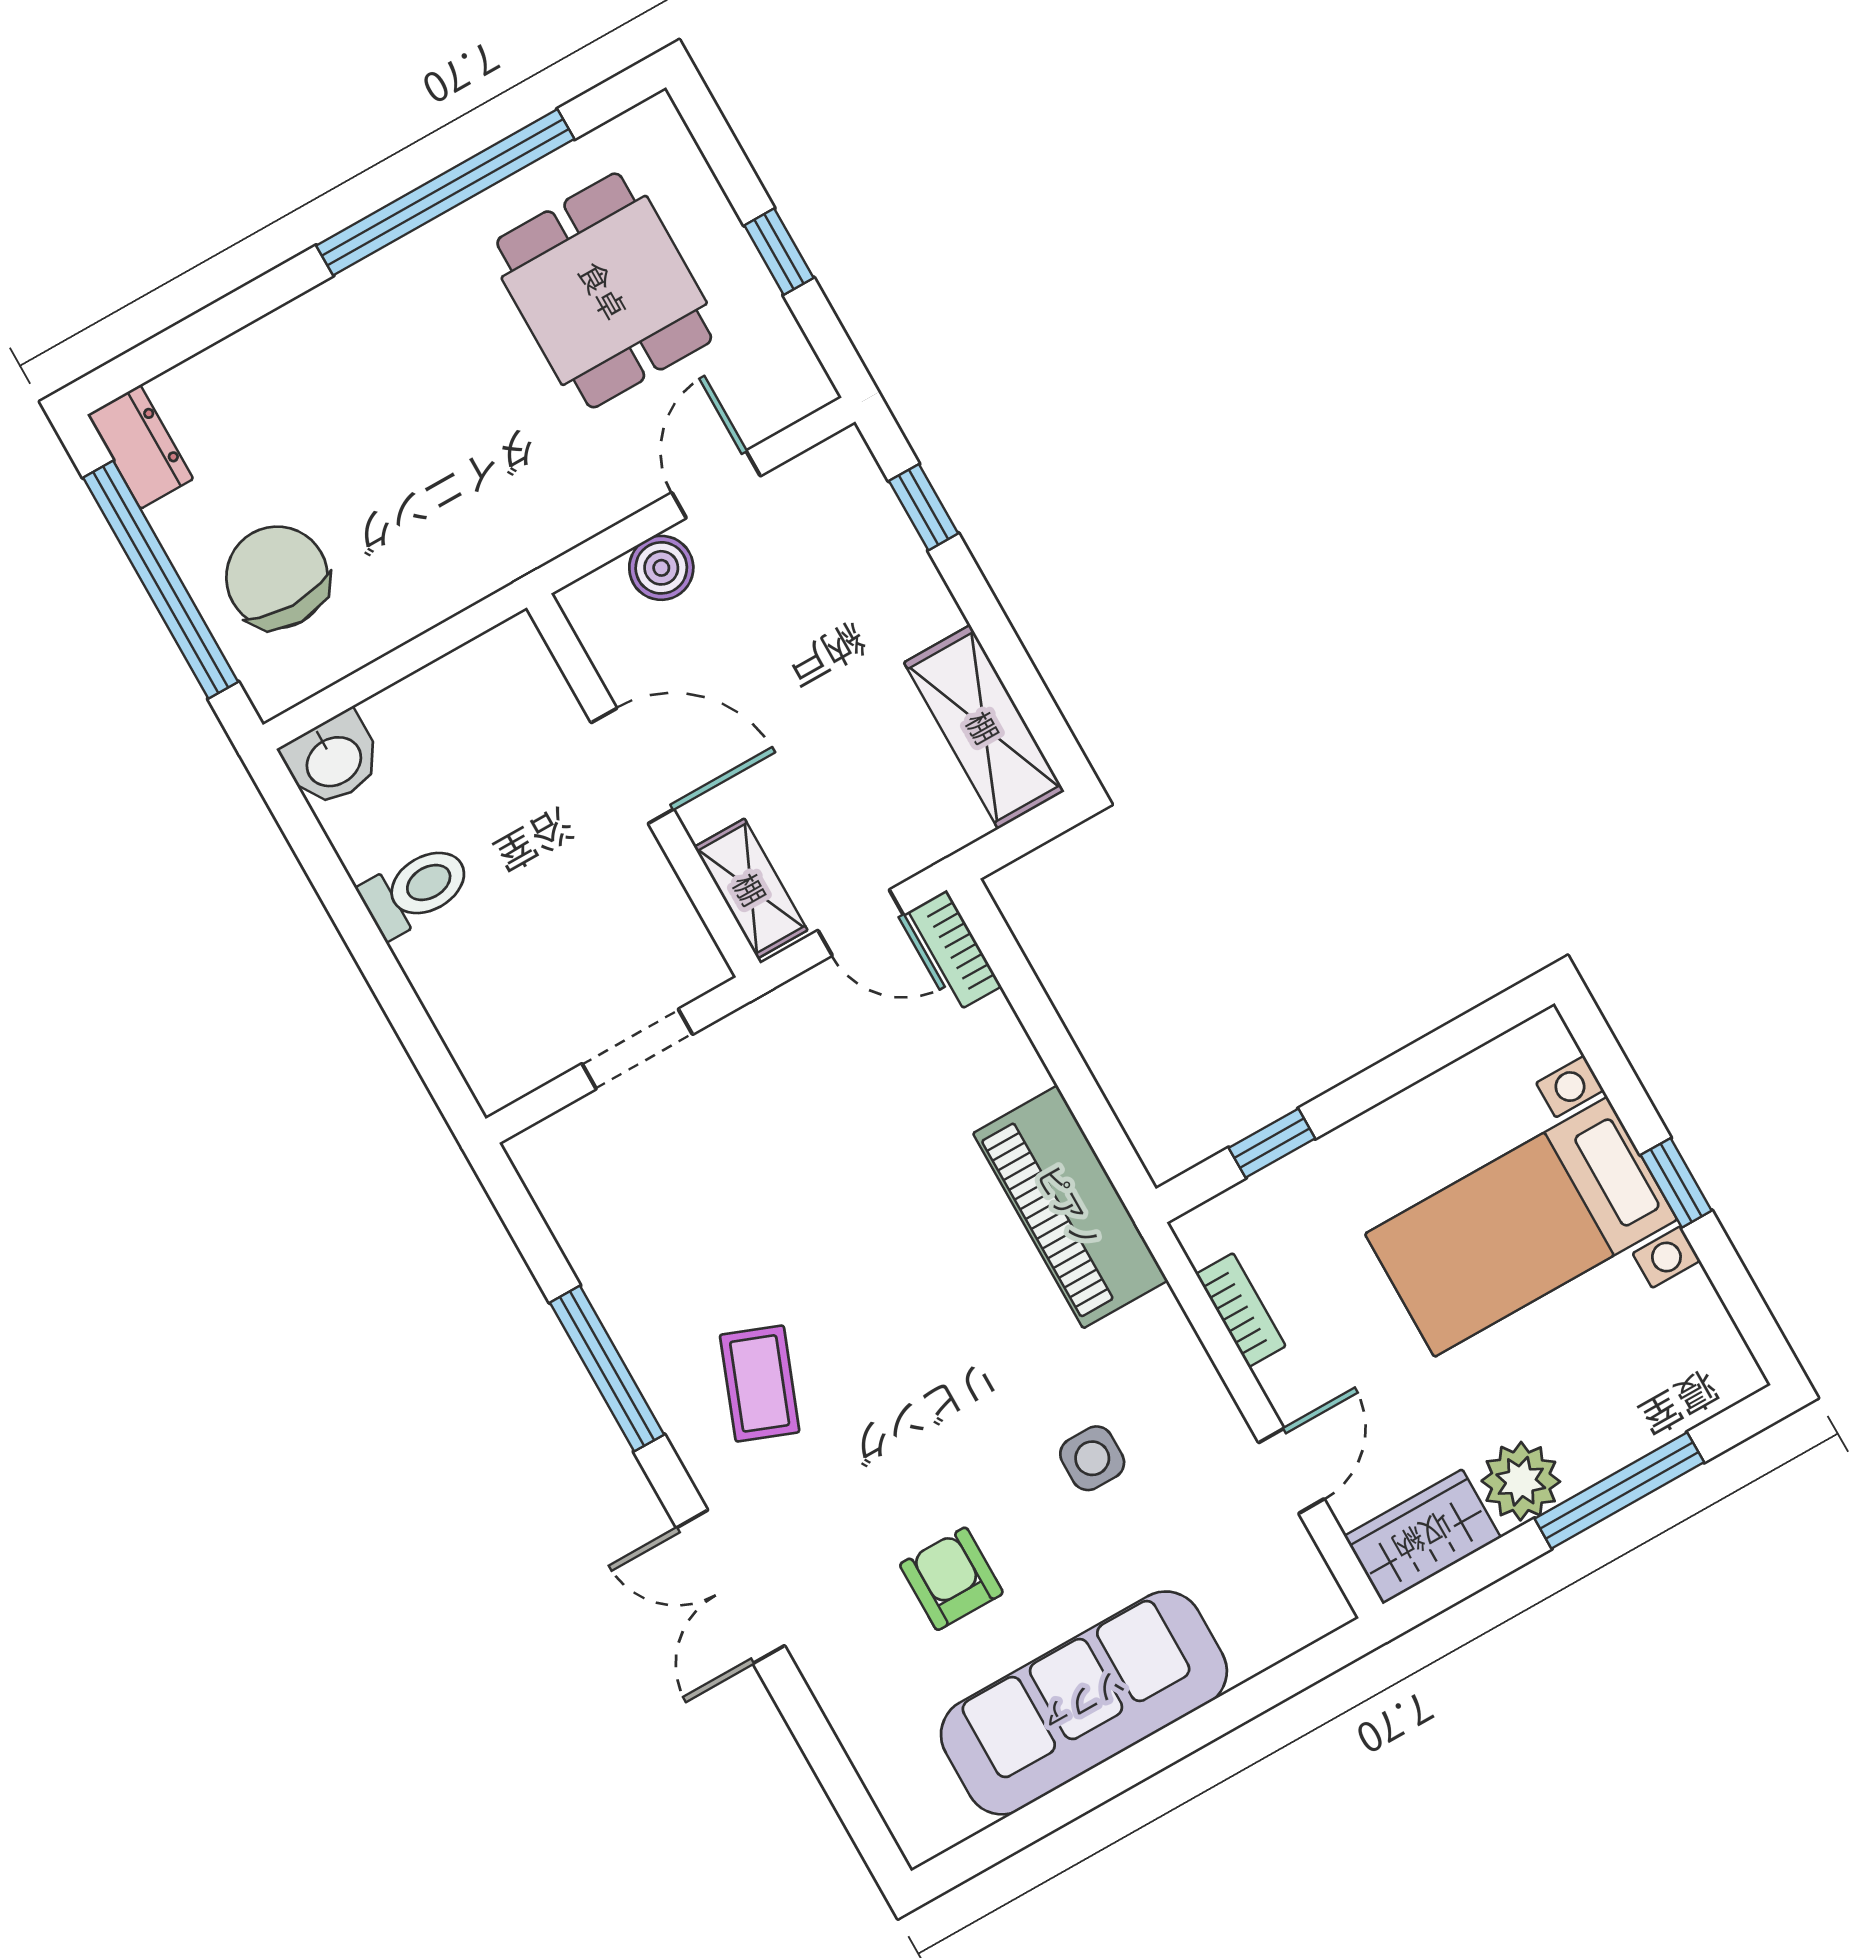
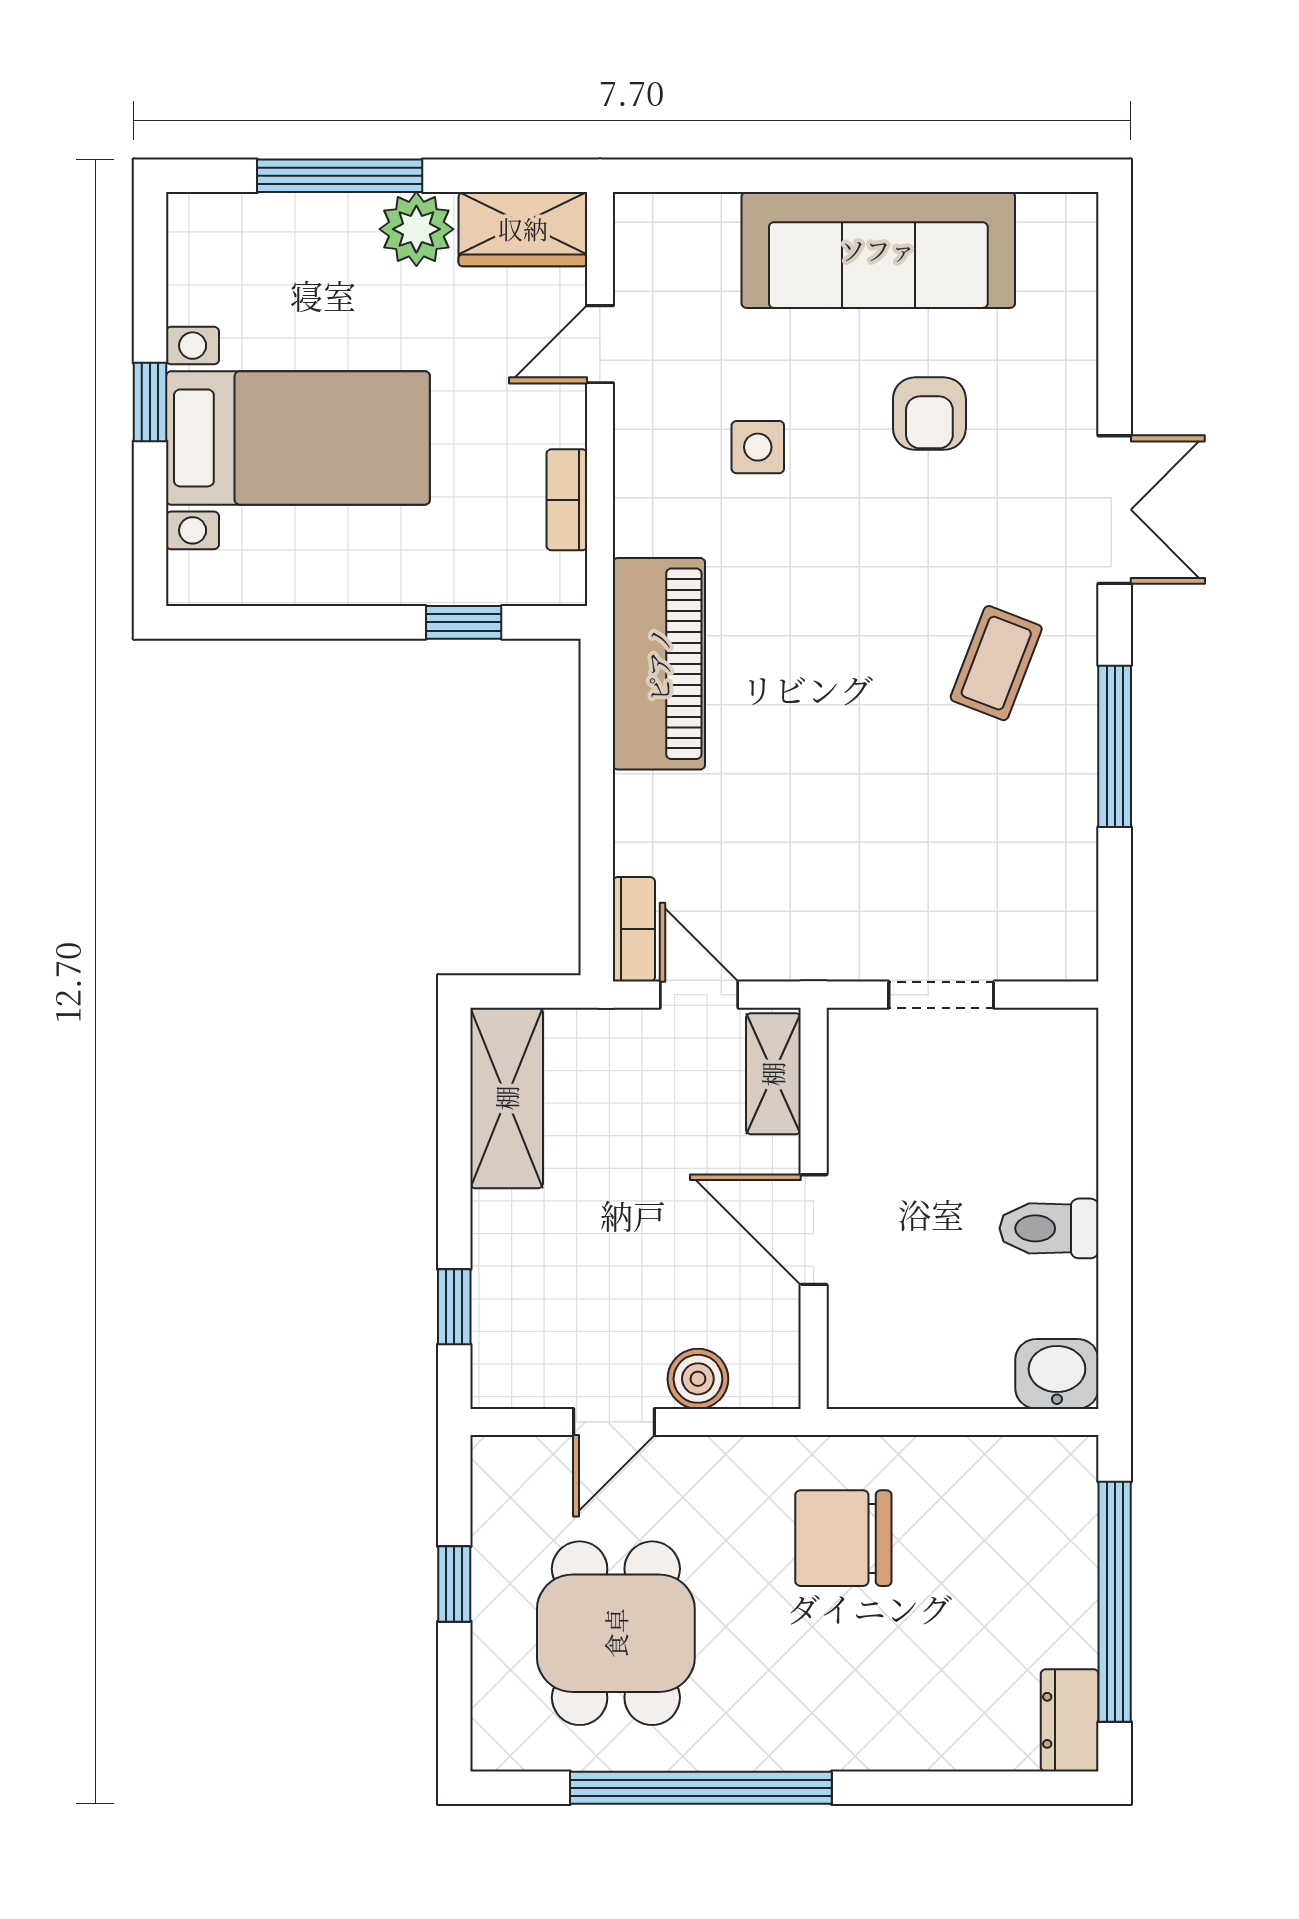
chair: (277, 577) -> (843, 1538), moved, turned 90

